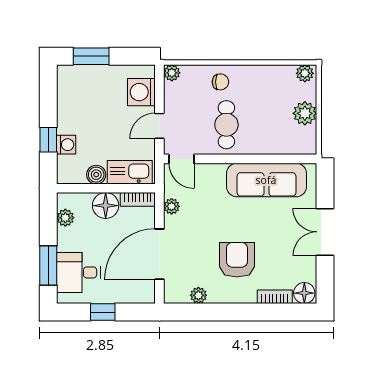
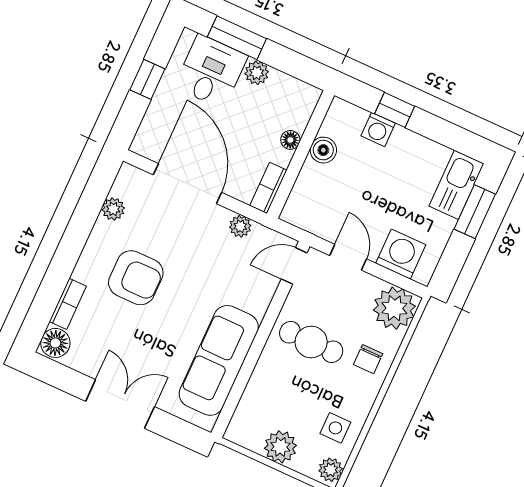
plant: (172, 73) -> (394, 308), width x1.88, depth x1.88
side table: (276, 83) -> (335, 428), added
kitchen sink: (130, 172) -> (456, 185), moved, turned 180
floor lamp: (106, 206) -> (290, 140), width x0.53, depth x0.53
plant: (65, 218) -> (257, 73), moved

